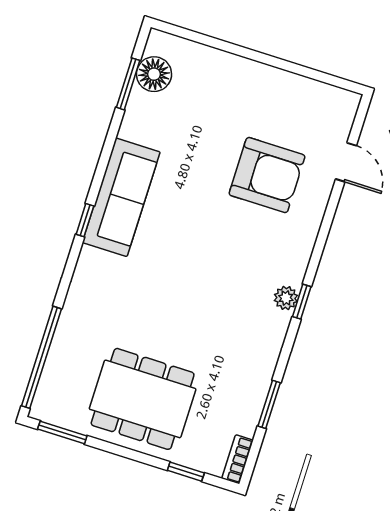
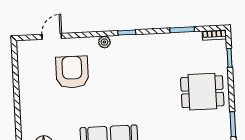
plant: (286, 298) -> (104, 42), moved
dining table: (143, 399) -> (202, 92), width x0.73

